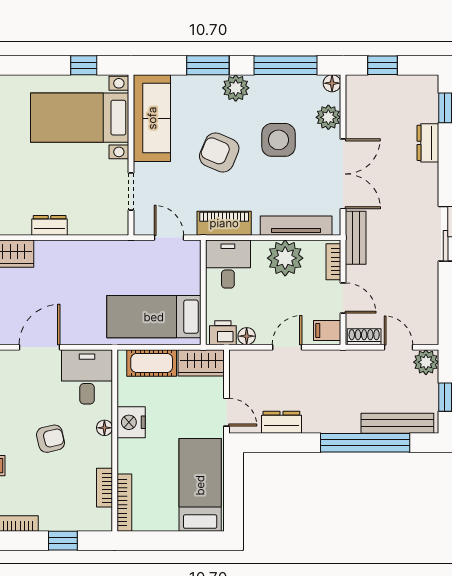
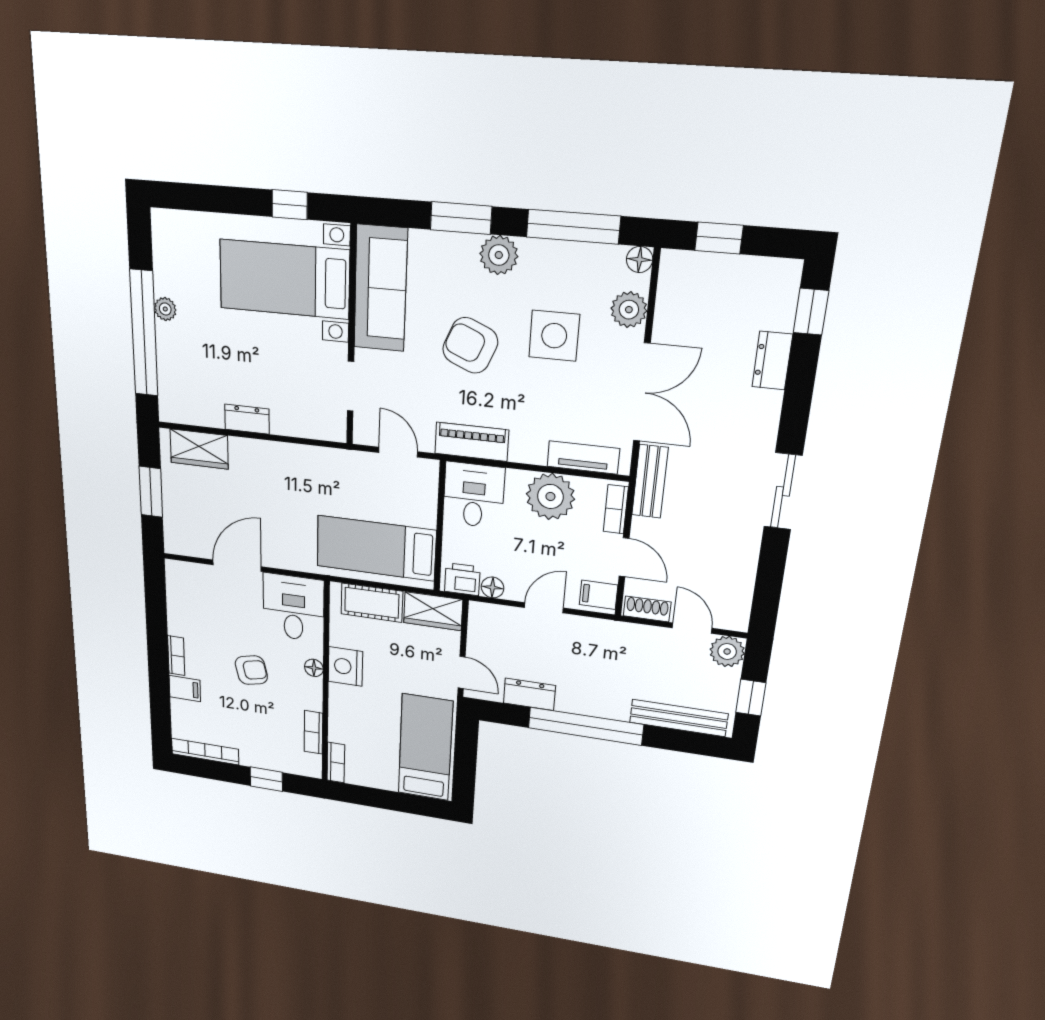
tv unit: (296, 226) -> (583, 457), width x0.71
window: (365, 443) -> (586, 726), moved
bookcase: (124, 503) -> (336, 763), width x0.64

